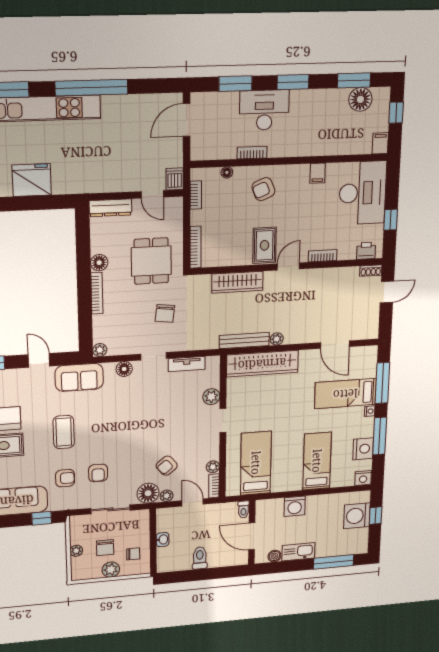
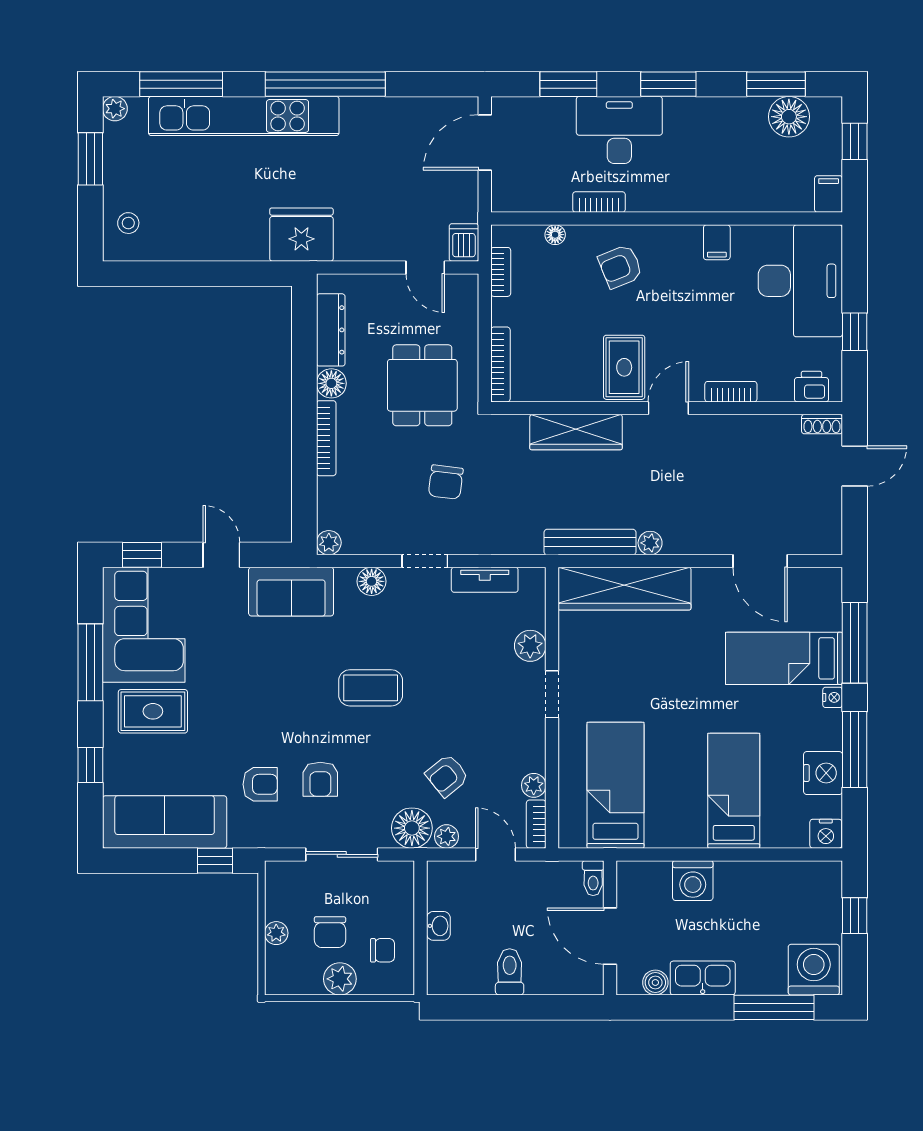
fridge: (32, 180) -> (301, 235), moved
dresser: (110, 208) -> (331, 330), moved, turned -90
coffee table: (64, 432) -> (371, 688), moved, turned 90
washing machine: (357, 516) -> (814, 970), moved, turned 90

